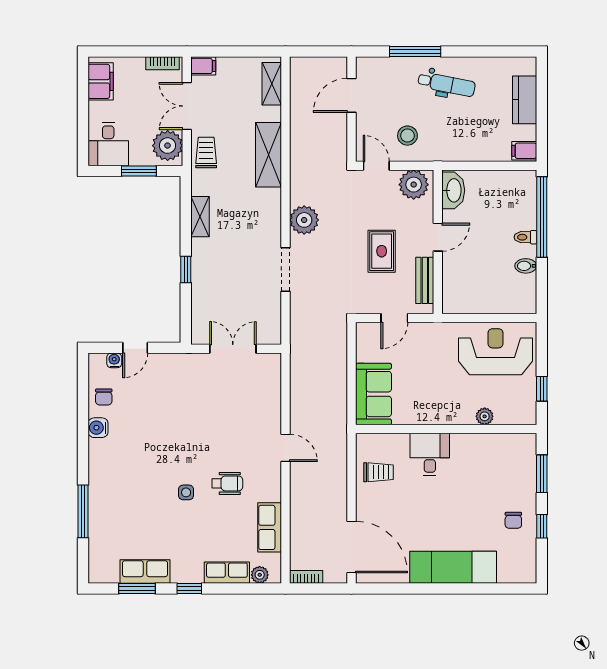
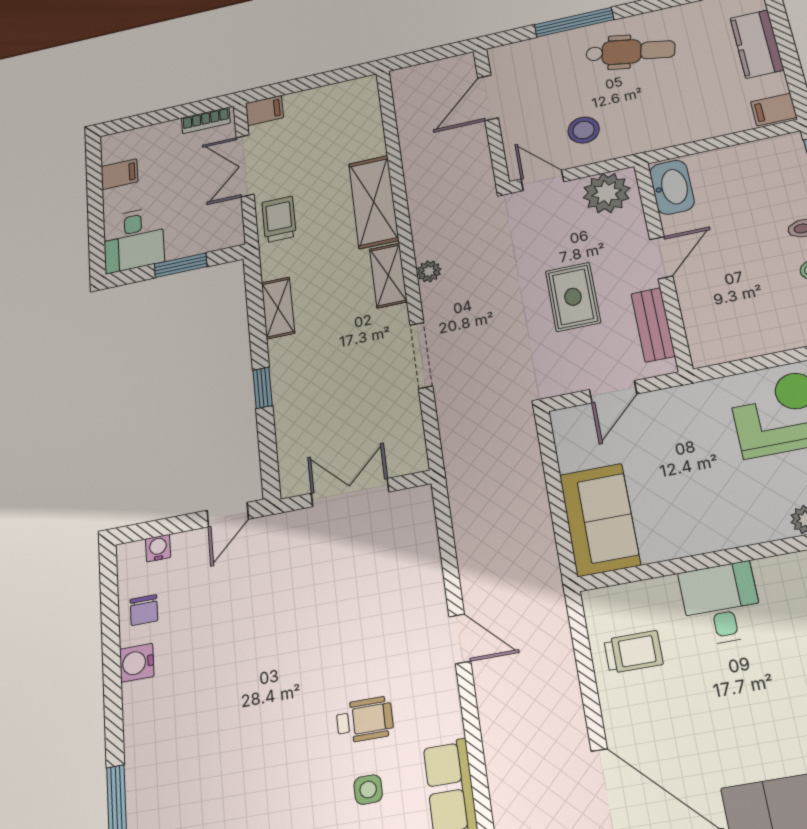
filing cabinet: (101, 81) -> (119, 174), width x0.50
shelving: (272, 84) -> (388, 275), moved
plant: (168, 146) -> (221, 223), removed
plant: (304, 220) -> (429, 271), width x0.53, depth x0.53
door: (135, 348) -> (228, 515), moved
side table: (186, 492) -> (368, 790), moved

